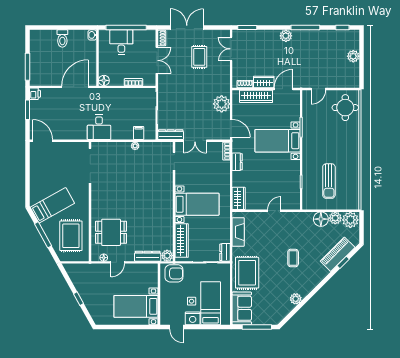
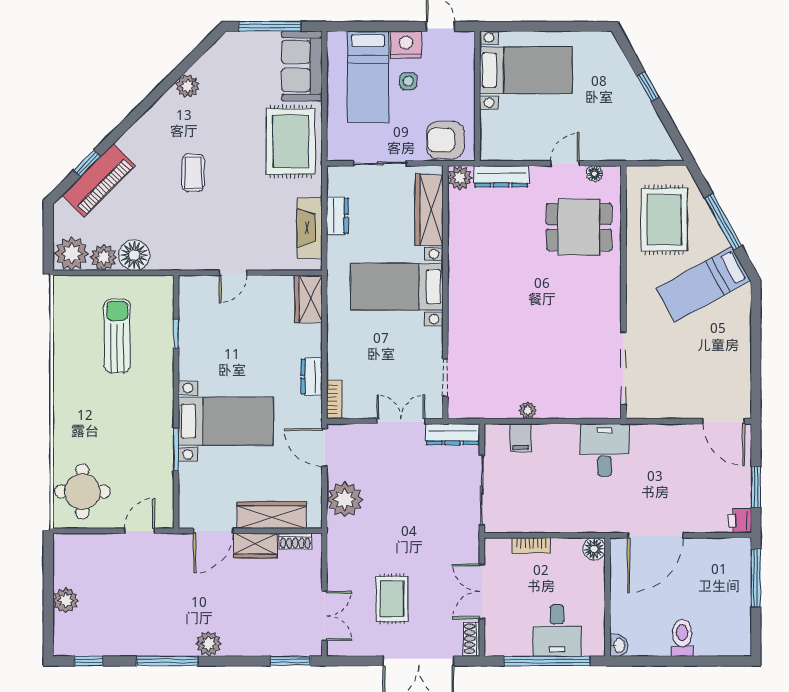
dresser: (225, 252) -> (337, 216), moved

